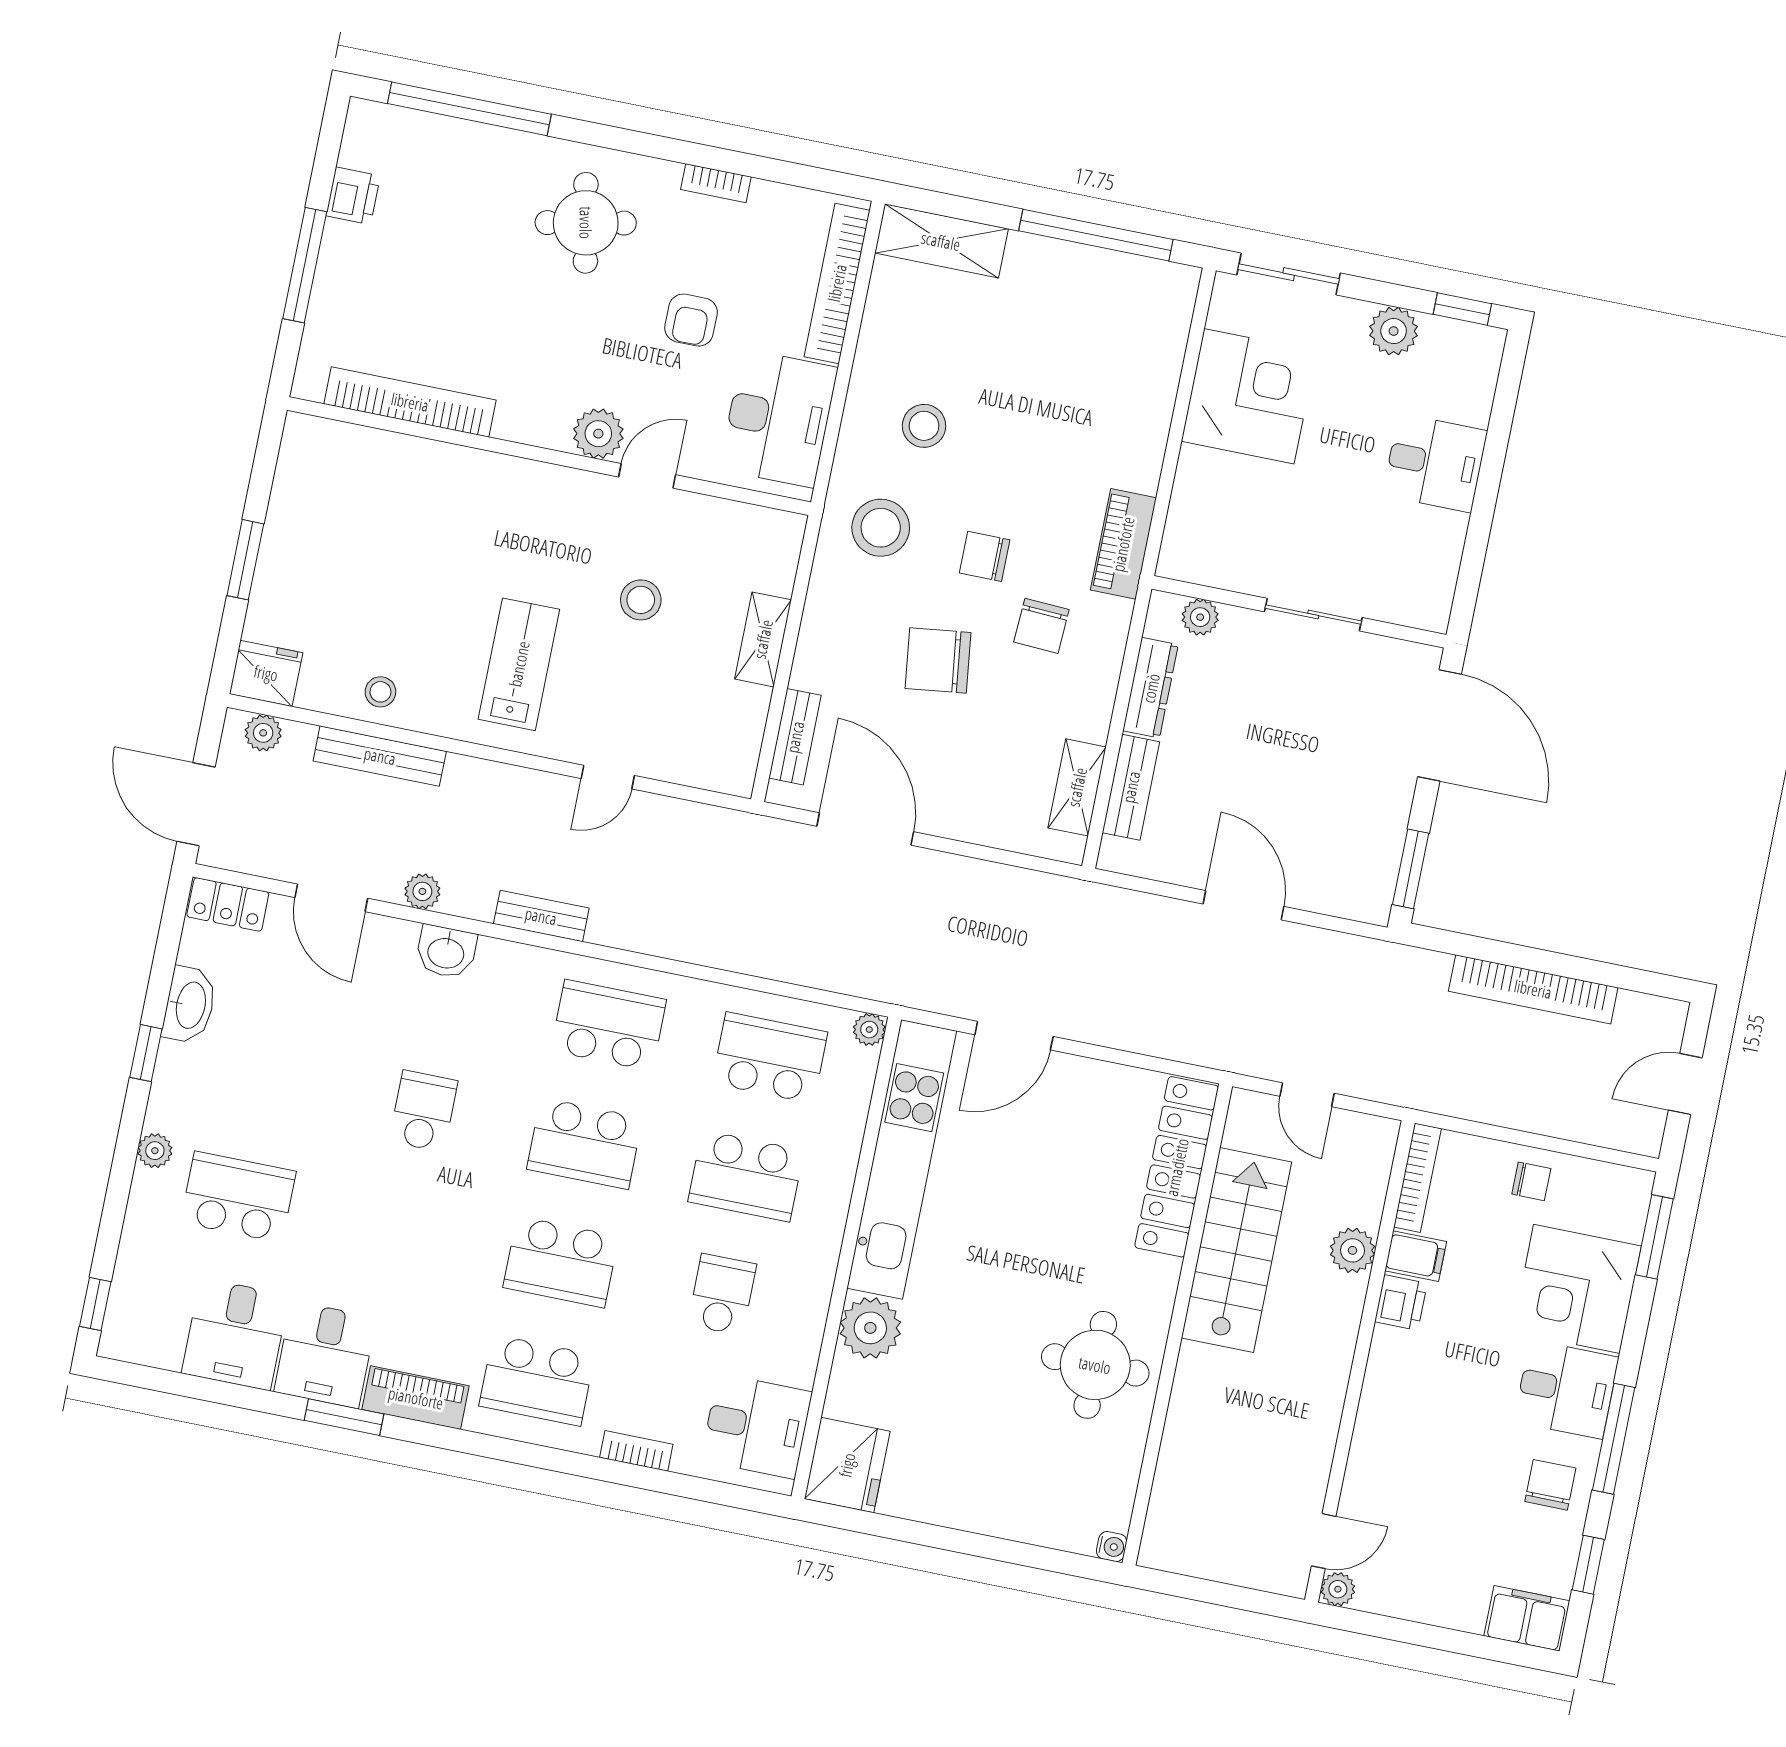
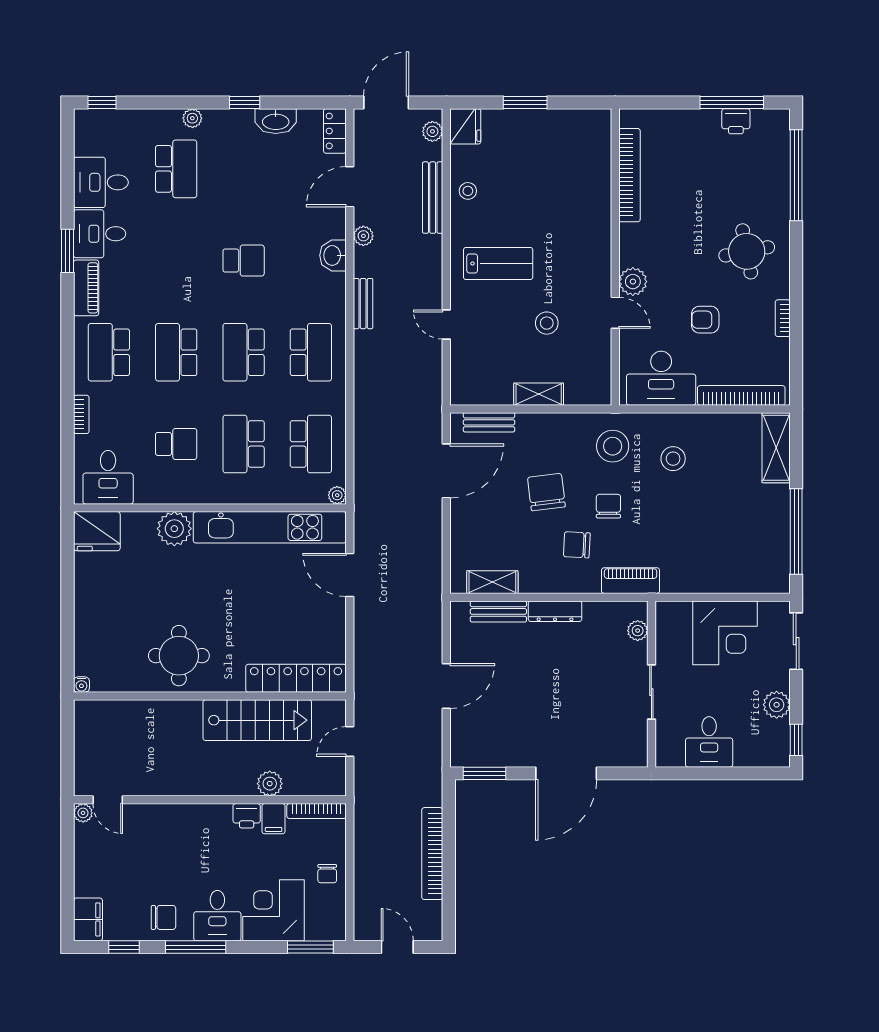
window: (305, 265) -> (732, 103), moved
wall: (1299, 612) -> (651, 684), moved
sliding door: (1313, 615) -> (651, 692), moved
plant: (1200, 617) -> (638, 631), moved

